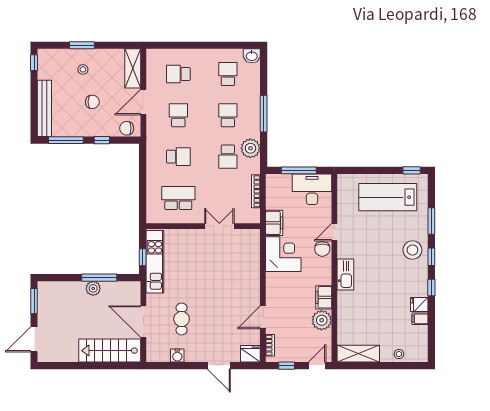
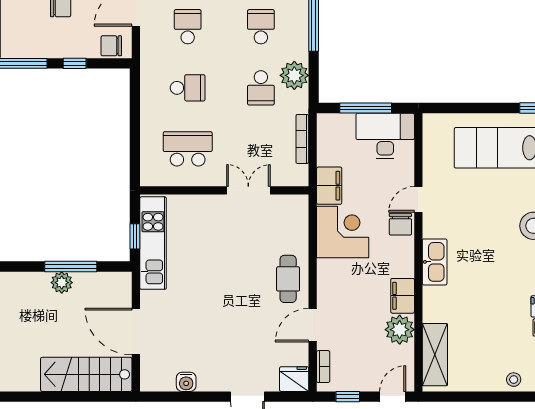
cafe table: (182, 319) -> (288, 279), moved
shelving: (358, 354) -> (435, 355), moved, turned 90

